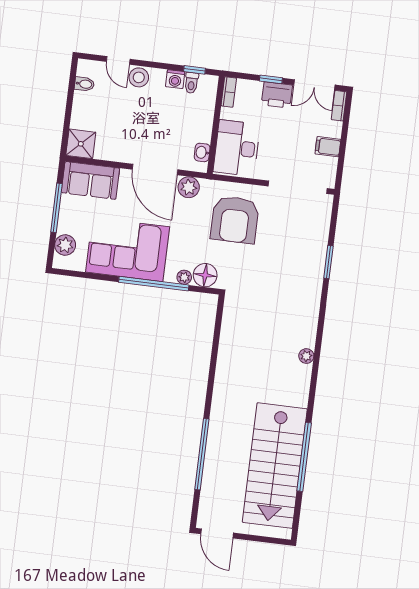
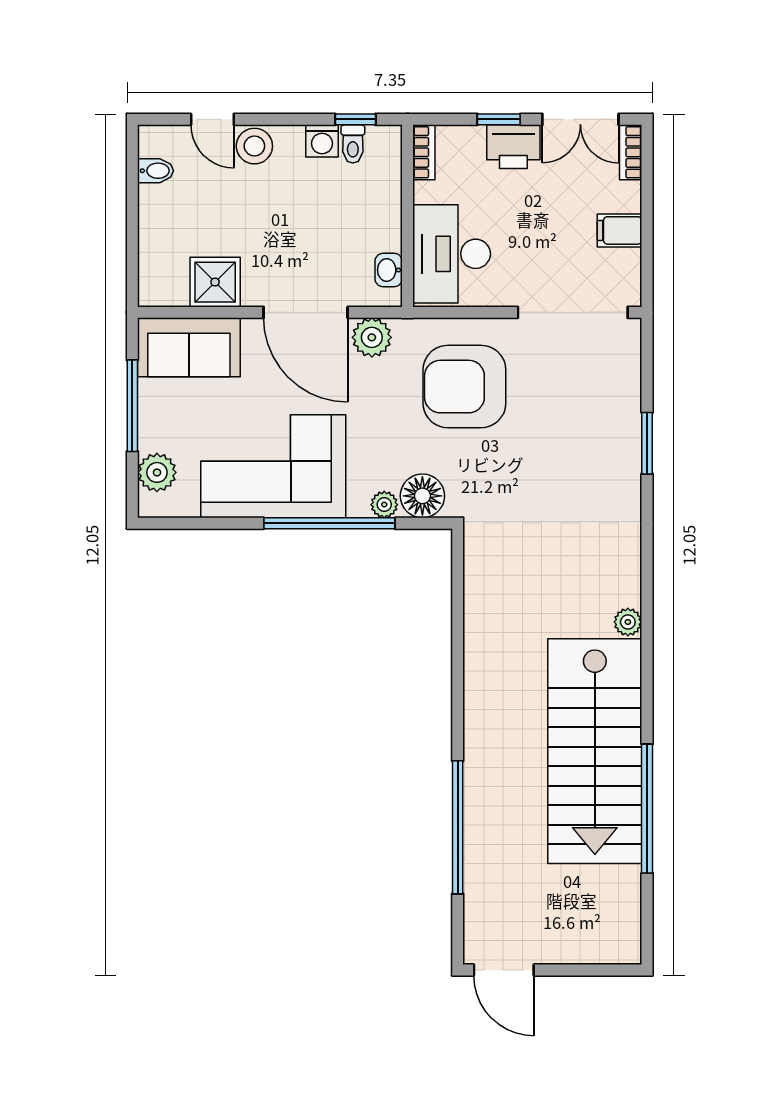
shower: (81, 144) -> (215, 282), moved
armchair: (235, 220) -> (464, 387), turned 90
stairs: (275, 466) -> (595, 751), moved

